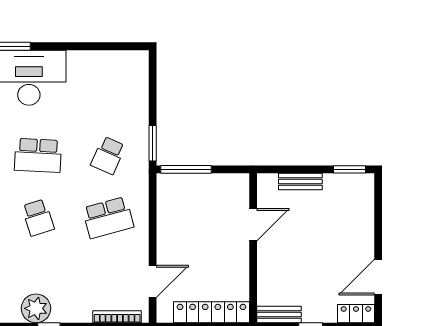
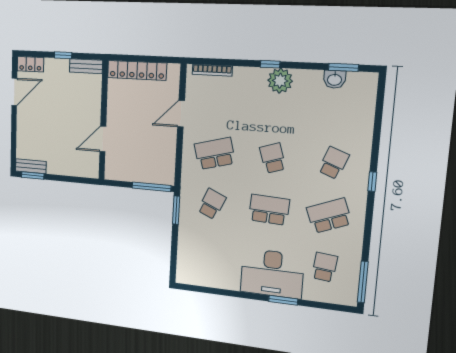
bench: (300, 182) -> (31, 166), moved
door: (153, 281) -> (181, 114), moved

